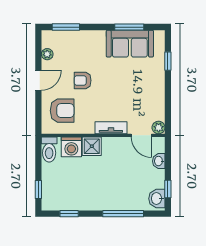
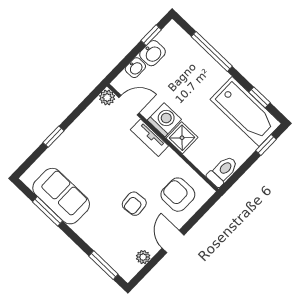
window: (168, 61) -> (54, 137), moved
door: (38, 80) -> (173, 242), hinge flipped
armchair: (83, 80) -> (134, 204), turned 85
door: (141, 135) -> (129, 105), hinge flipped
washing machine: (71, 147) -> (164, 120), moved
bathtub: (69, 198) -> (246, 112), added
washbasin: (157, 199) -> (153, 53), moved

